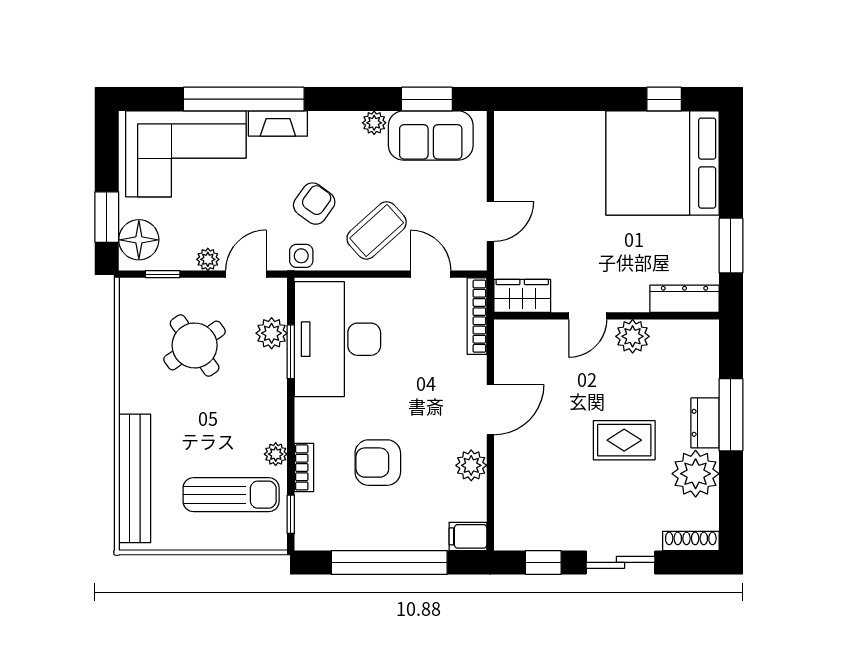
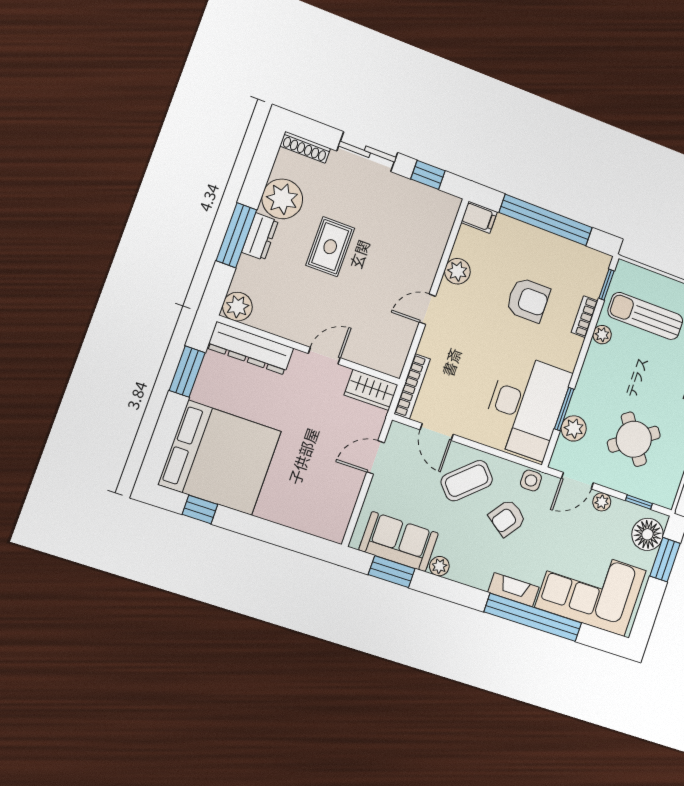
dresser: (684, 299) -> (250, 348), width x1.37, depth x1.24
plant: (633, 336) -> (237, 307), moved
door: (490, 410) -> (427, 309), width x0.73
rug: (624, 440) -> (330, 247), turned 90

